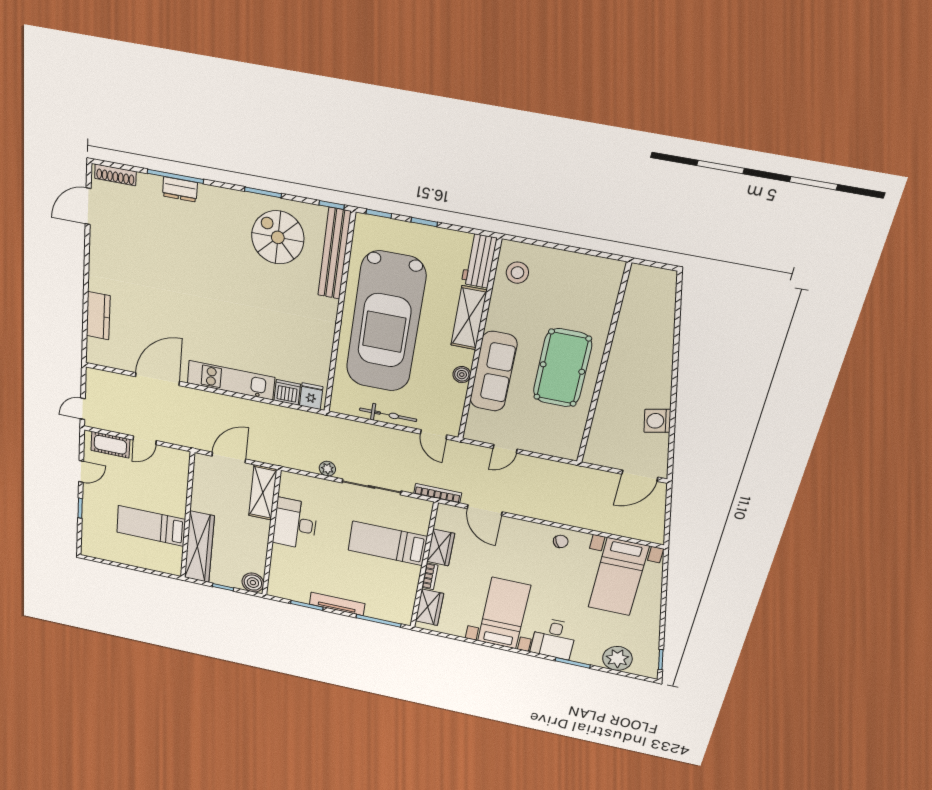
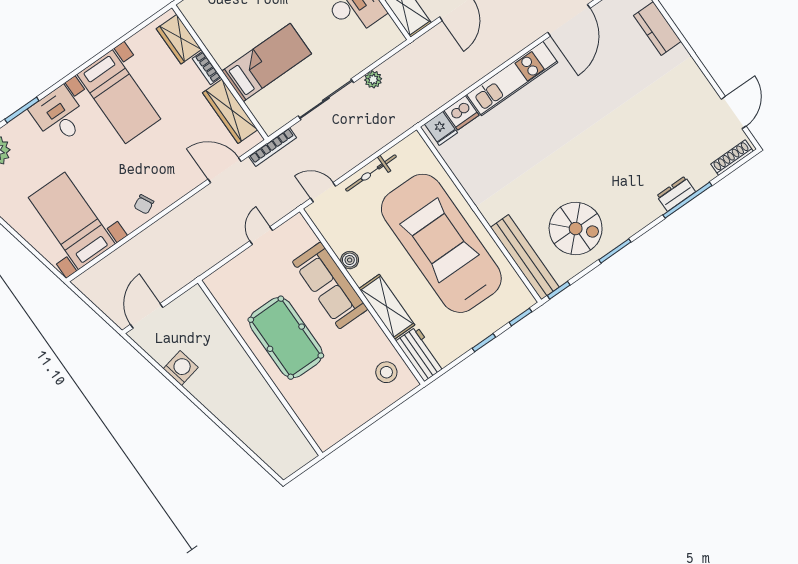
wardrobe: (441, 547) -> (230, 111), width x1.50

